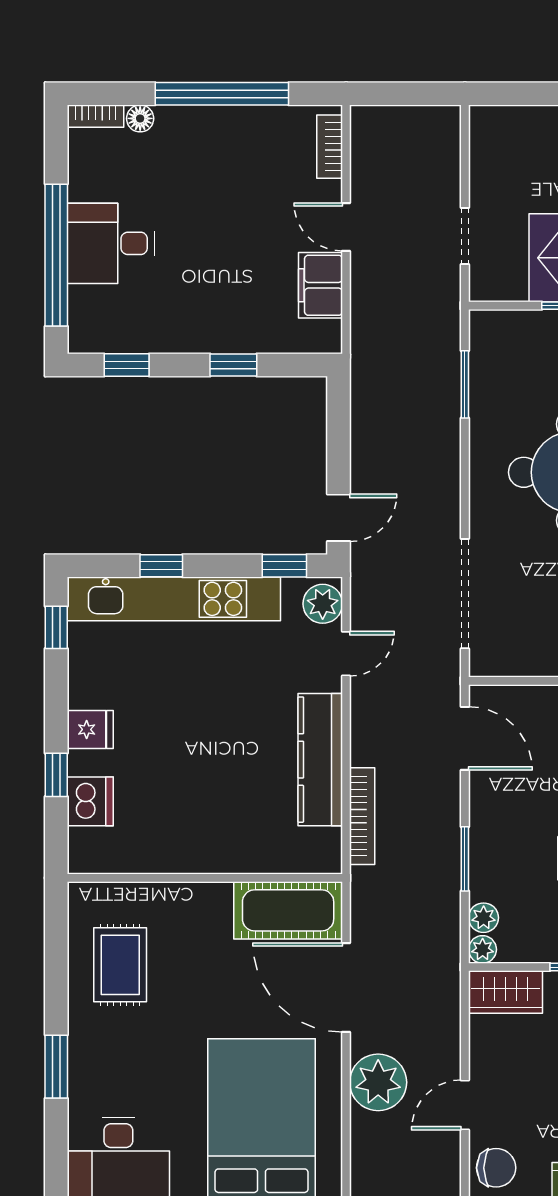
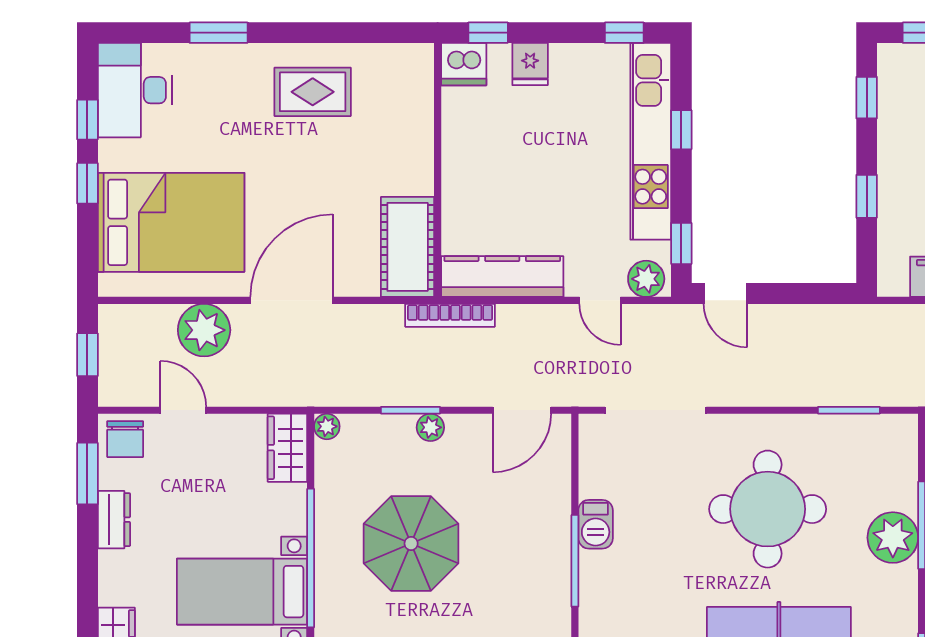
wall: (205, 878) -> (438, 170), moved
cot: (288, 910) -> (408, 247), moved
plant: (484, 918) -> (430, 427), moved

